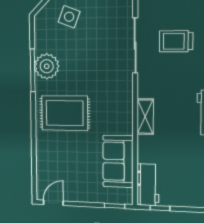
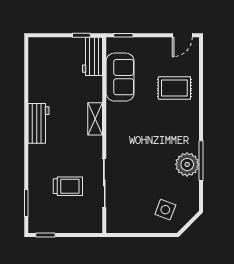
rug: (65, 113) -> (174, 88), moved, width x0.73, depth x0.70

